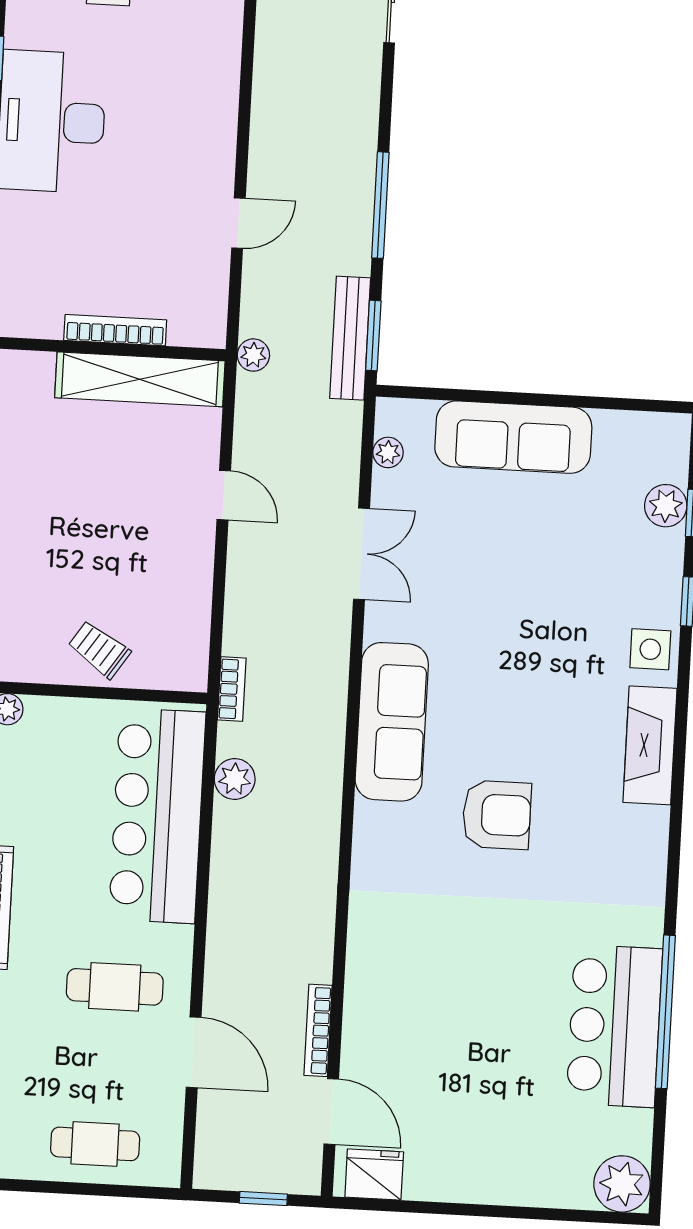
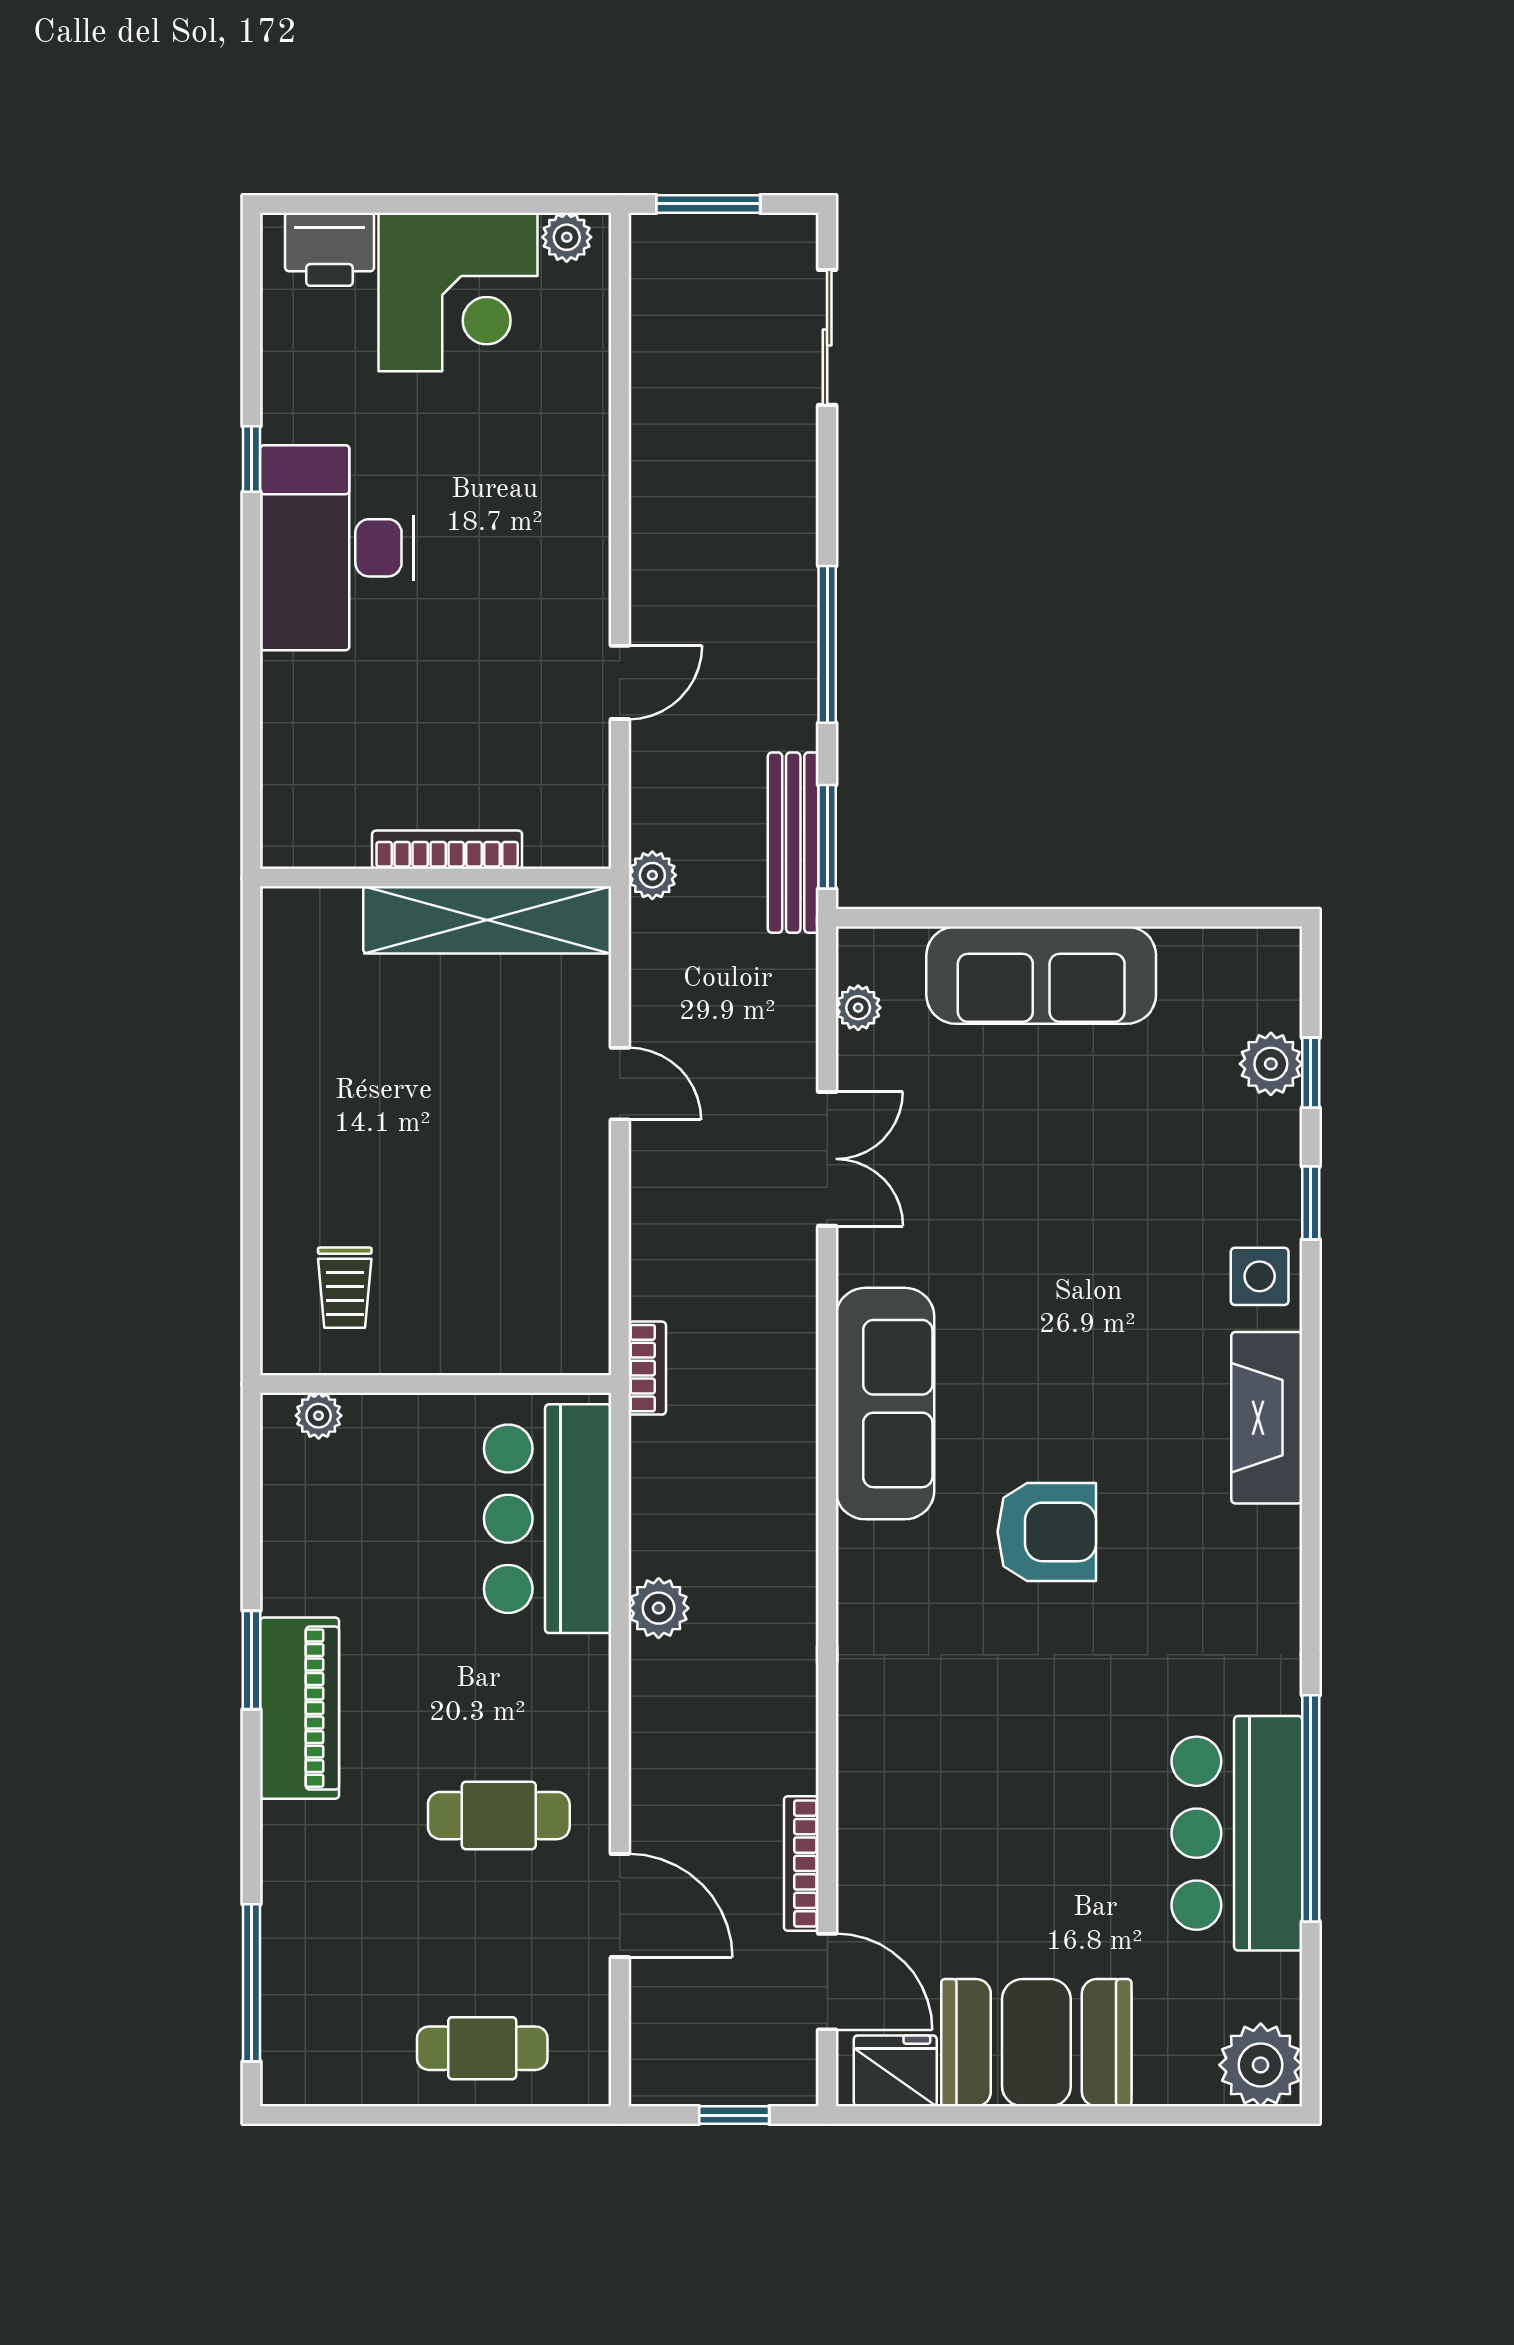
trolley: (99, 649) -> (345, 1288), moved, turned -124
plant: (235, 779) -> (659, 1608), moved
bar counter: (157, 816) -> (548, 1519), width x0.73
booth: (471, 1161) -> (1036, 2043), added

